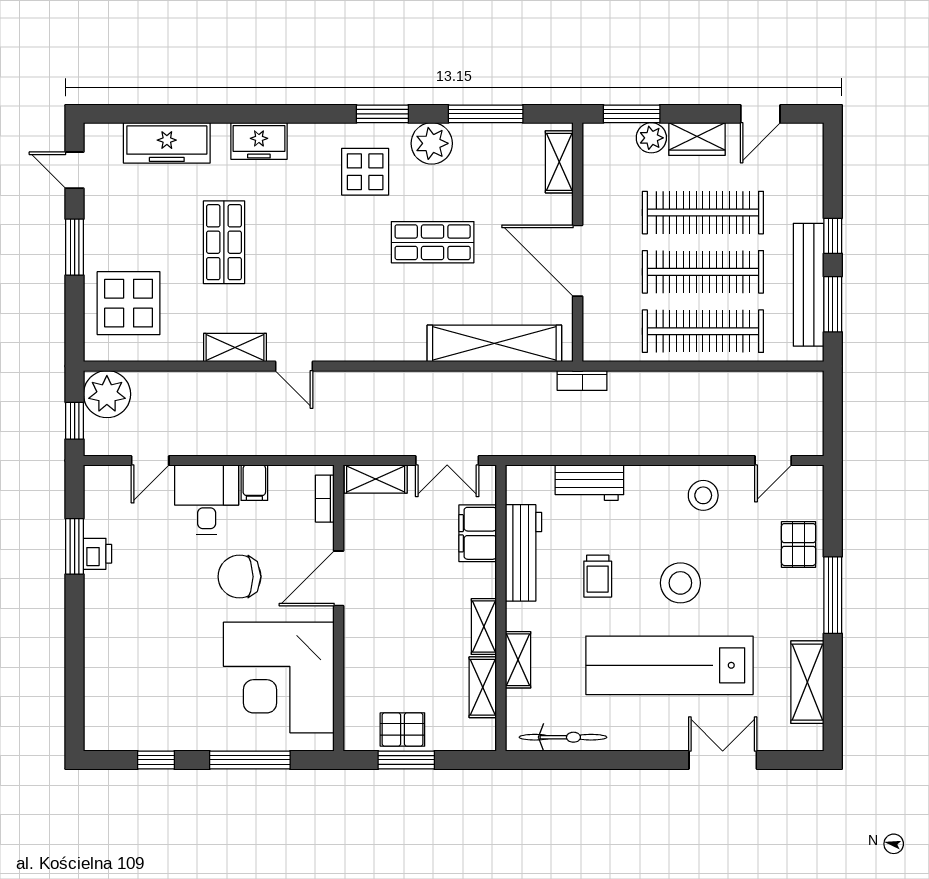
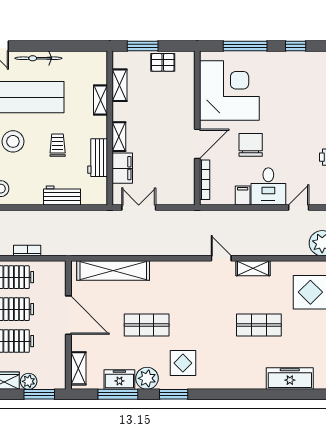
freezer: (259, 141) -> (119, 380), moved
shop shelf: (224, 242) -> (259, 325), turned 90
bookcase: (582, 381) -> (27, 251), moved
shelving: (376, 479) -> (177, 197), removed
bookcase: (325, 499) -> (205, 180), width x1.56
workbench: (523, 553) -> (98, 158), width x0.73
chair: (239, 577) -> (251, 145), turned -90
shelving: (484, 627) -> (119, 137), moved
bicycle: (563, 737) -> (38, 58), moved
window: (406, 760) -> (143, 46), moved

